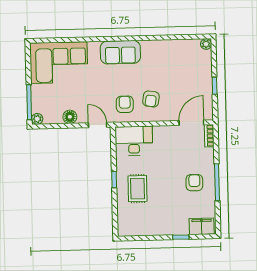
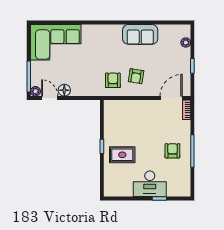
plant: (206, 44) -> (186, 42), moved
sofa: (120, 52) -> (140, 34), moved
door: (98, 125) -> (50, 98), moved
desk: (134, 141) -> (150, 184), moved, turned 180
rug: (138, 189) -> (122, 155), turned 90
filing cabinet: (202, 226) -> (178, 189), removed

